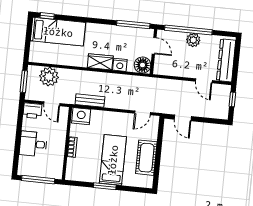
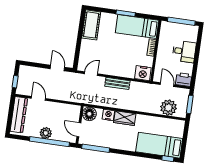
bench: (90, 101) -> (117, 83), moved
cot: (146, 158) -> (91, 25), moved
bed: (113, 160) -> (137, 27), moved, turned 90

